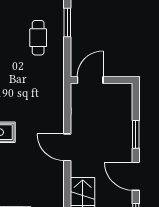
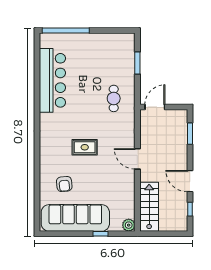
cafe table: (38, 38) -> (114, 98), moved
window: (136, 134) -> (190, 134), moved

